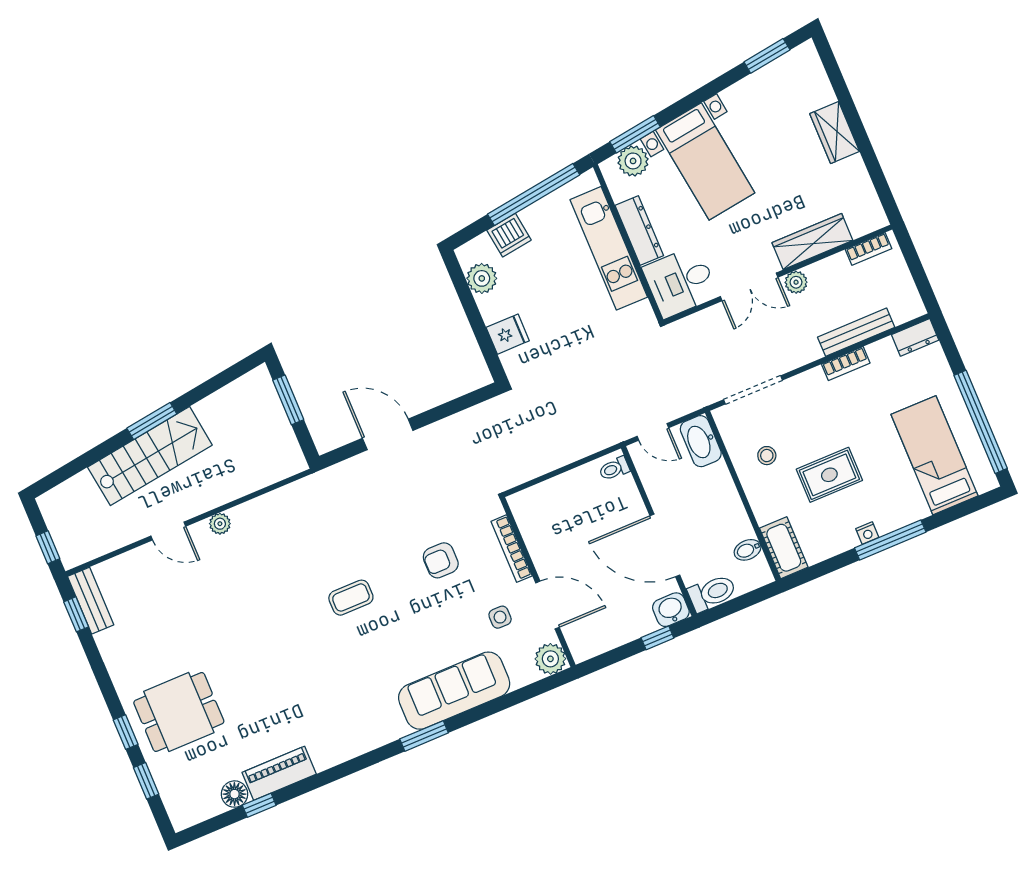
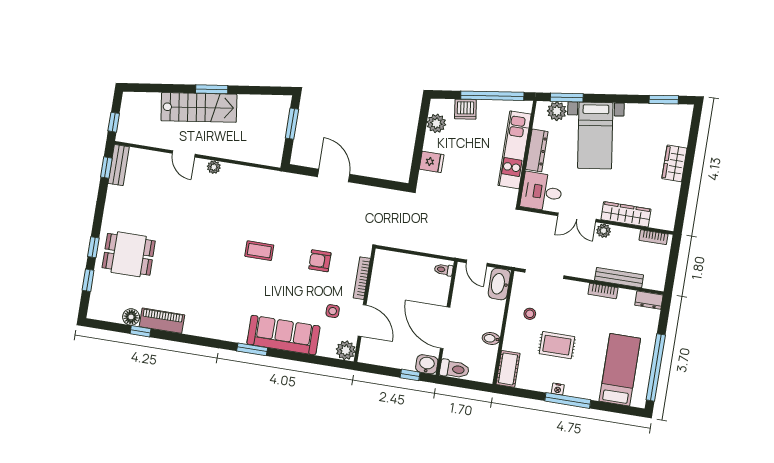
bidet: (748, 550) -> (491, 339), moved

